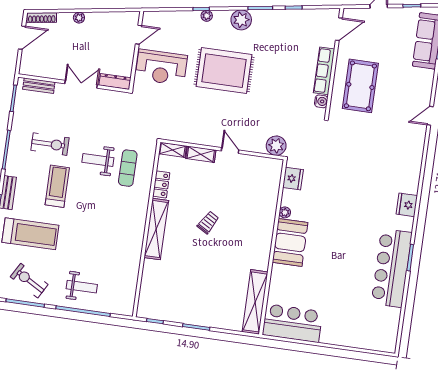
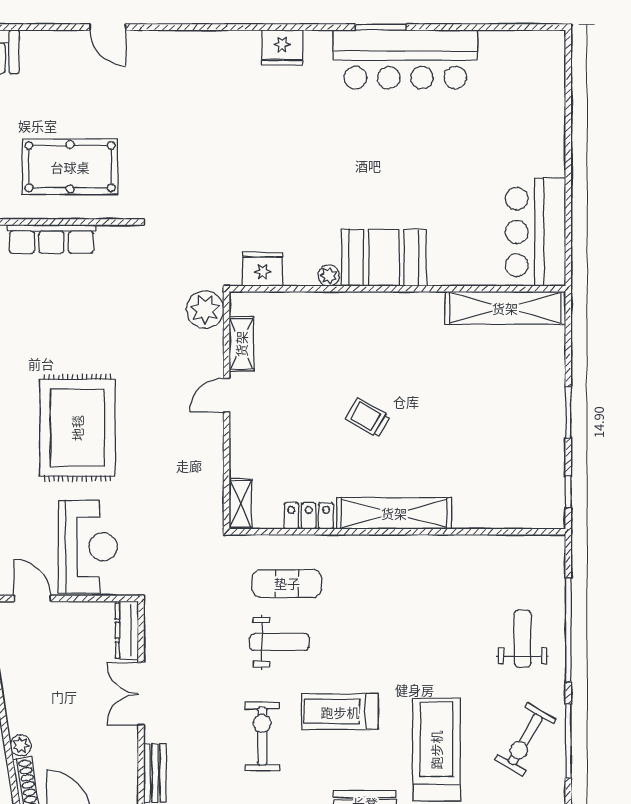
plant: (79, 18) -> (21, 745), moved
water cooler: (321, 101) -> (110, 237), removed
shelving: (201, 154) -> (241, 344), moved
weight bench: (98, 160) -> (279, 642), turned -90

